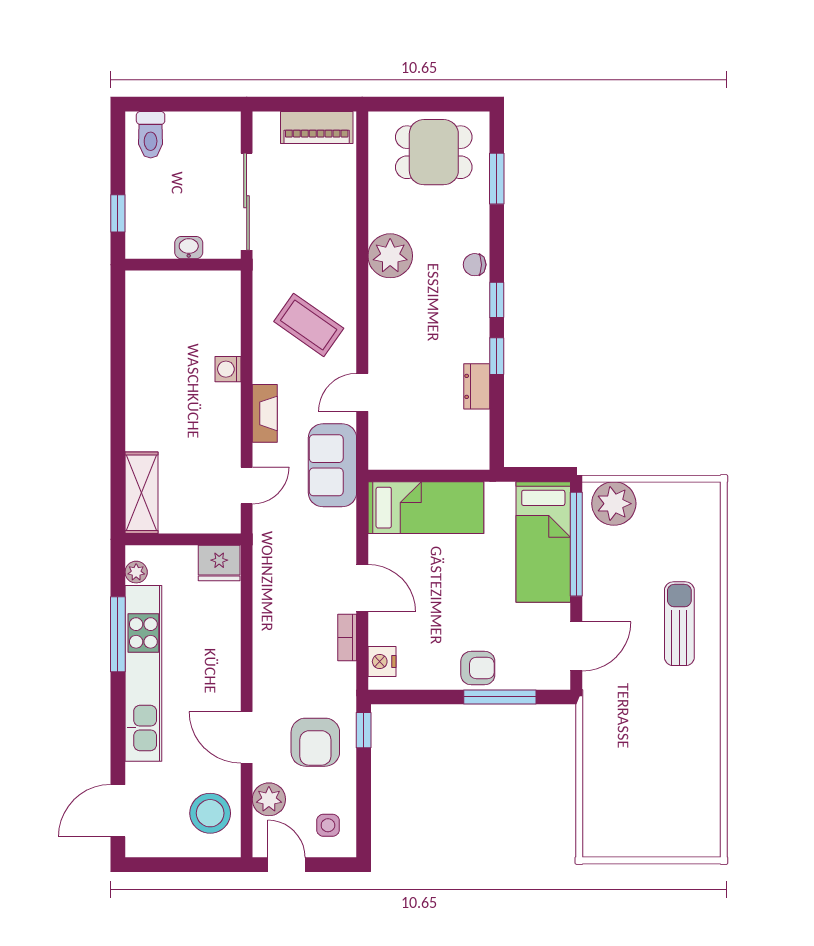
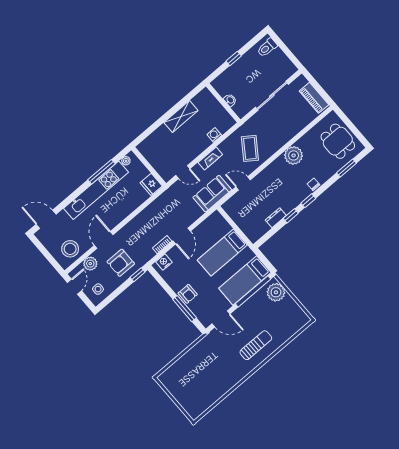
washbasin: (189, 248) -> (230, 100), moved
wall: (183, 265) -> (223, 103), moved
shelving: (141, 493) -> (181, 116), moved
bed: (426, 508) -> (222, 252), moved, turned 90

